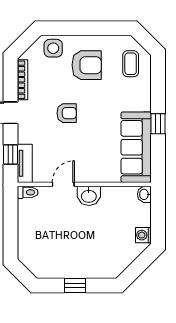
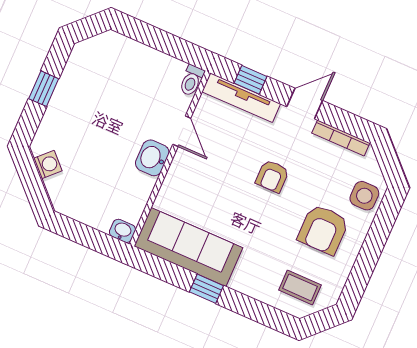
tv unit: (25, 163) -> (241, 98), width x1.41
washing machine: (143, 235) -> (48, 164), moved, turned 45

